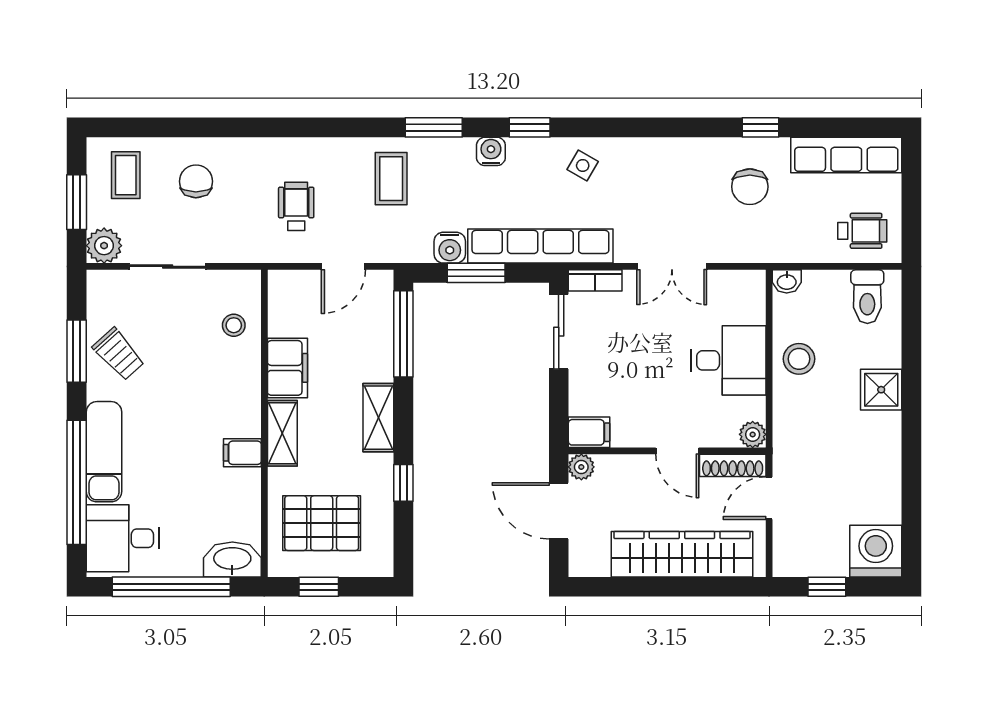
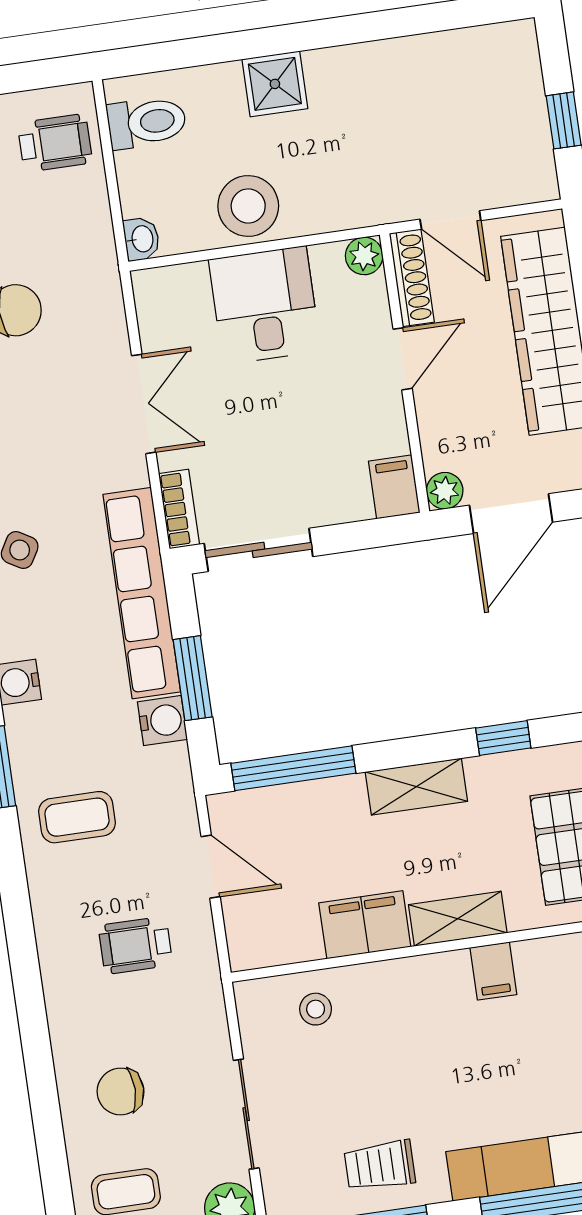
wheelchair: (862, 231) -> (55, 143), turned 90
trolley: (119, 354) -> (380, 1165), turned -138
stool: (799, 359) -> (248, 206), width x1.38, depth x1.38
washing machine: (876, 551) -> (503, 59), removed

